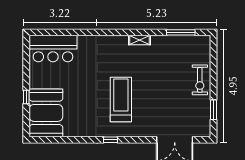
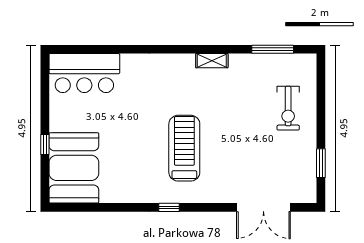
exercise bike: (200, 80) -> (288, 108), moved

